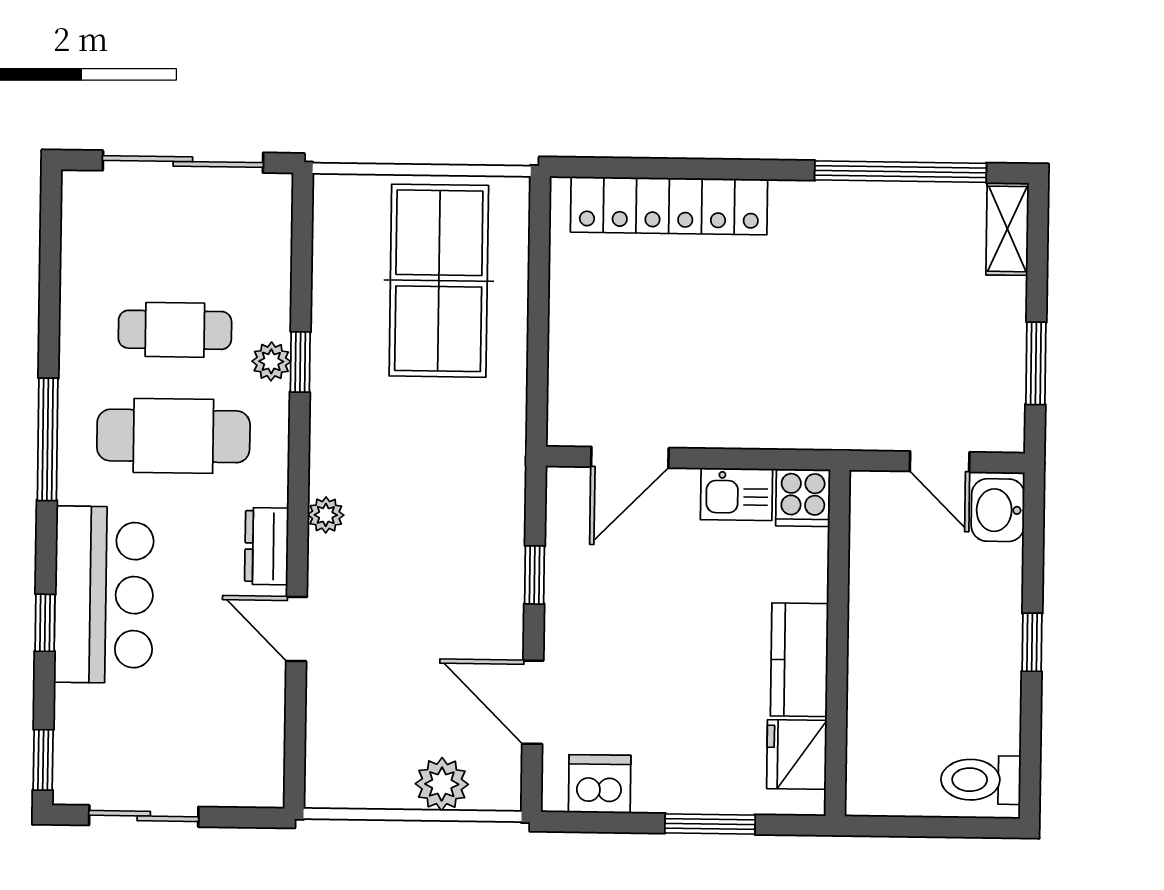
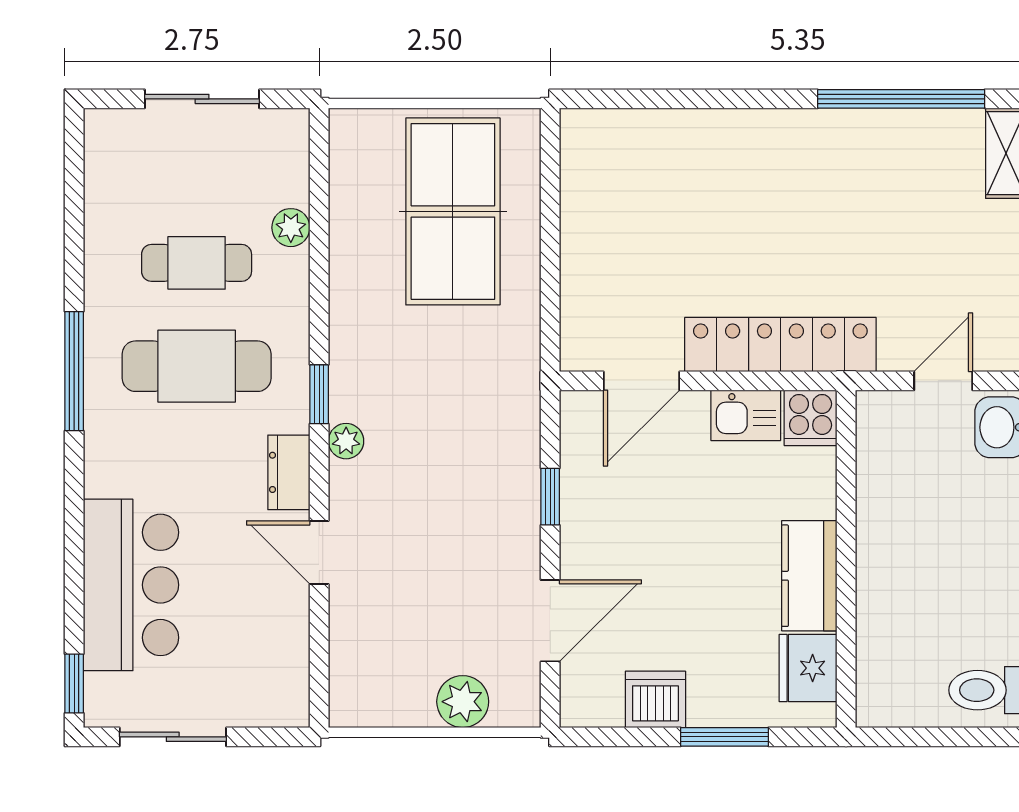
sliding door: (183, 162) -> (202, 99), width x0.73
locker: (669, 206) -> (780, 345), moved, turned 180
plant: (271, 361) -> (291, 228), moved
window: (300, 362) -> (319, 394), moved
door: (940, 462) -> (943, 381), swing flipped
bar counter: (104, 595) -> (131, 585), moved
window: (45, 623) -> (74, 550), removed
door: (533, 702) -> (550, 621), swing flipped
dishwasher: (600, 784) -> (655, 699), moved

